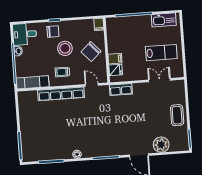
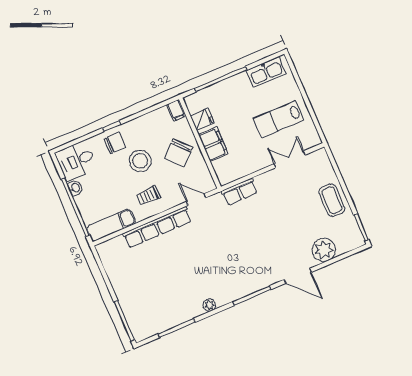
lab bench: (161, 53) -> (279, 119), turned 180
filing cabinet: (115, 59) -> (213, 144), width x2.00
fridge: (116, 70) -> (202, 119), moved

